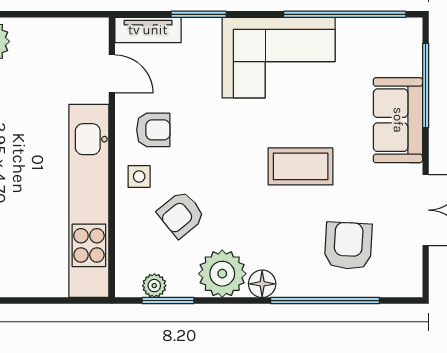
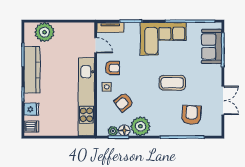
sofa: (398, 120) -> (212, 46), moved
floor lamp: (262, 284) -> (124, 130), moved

